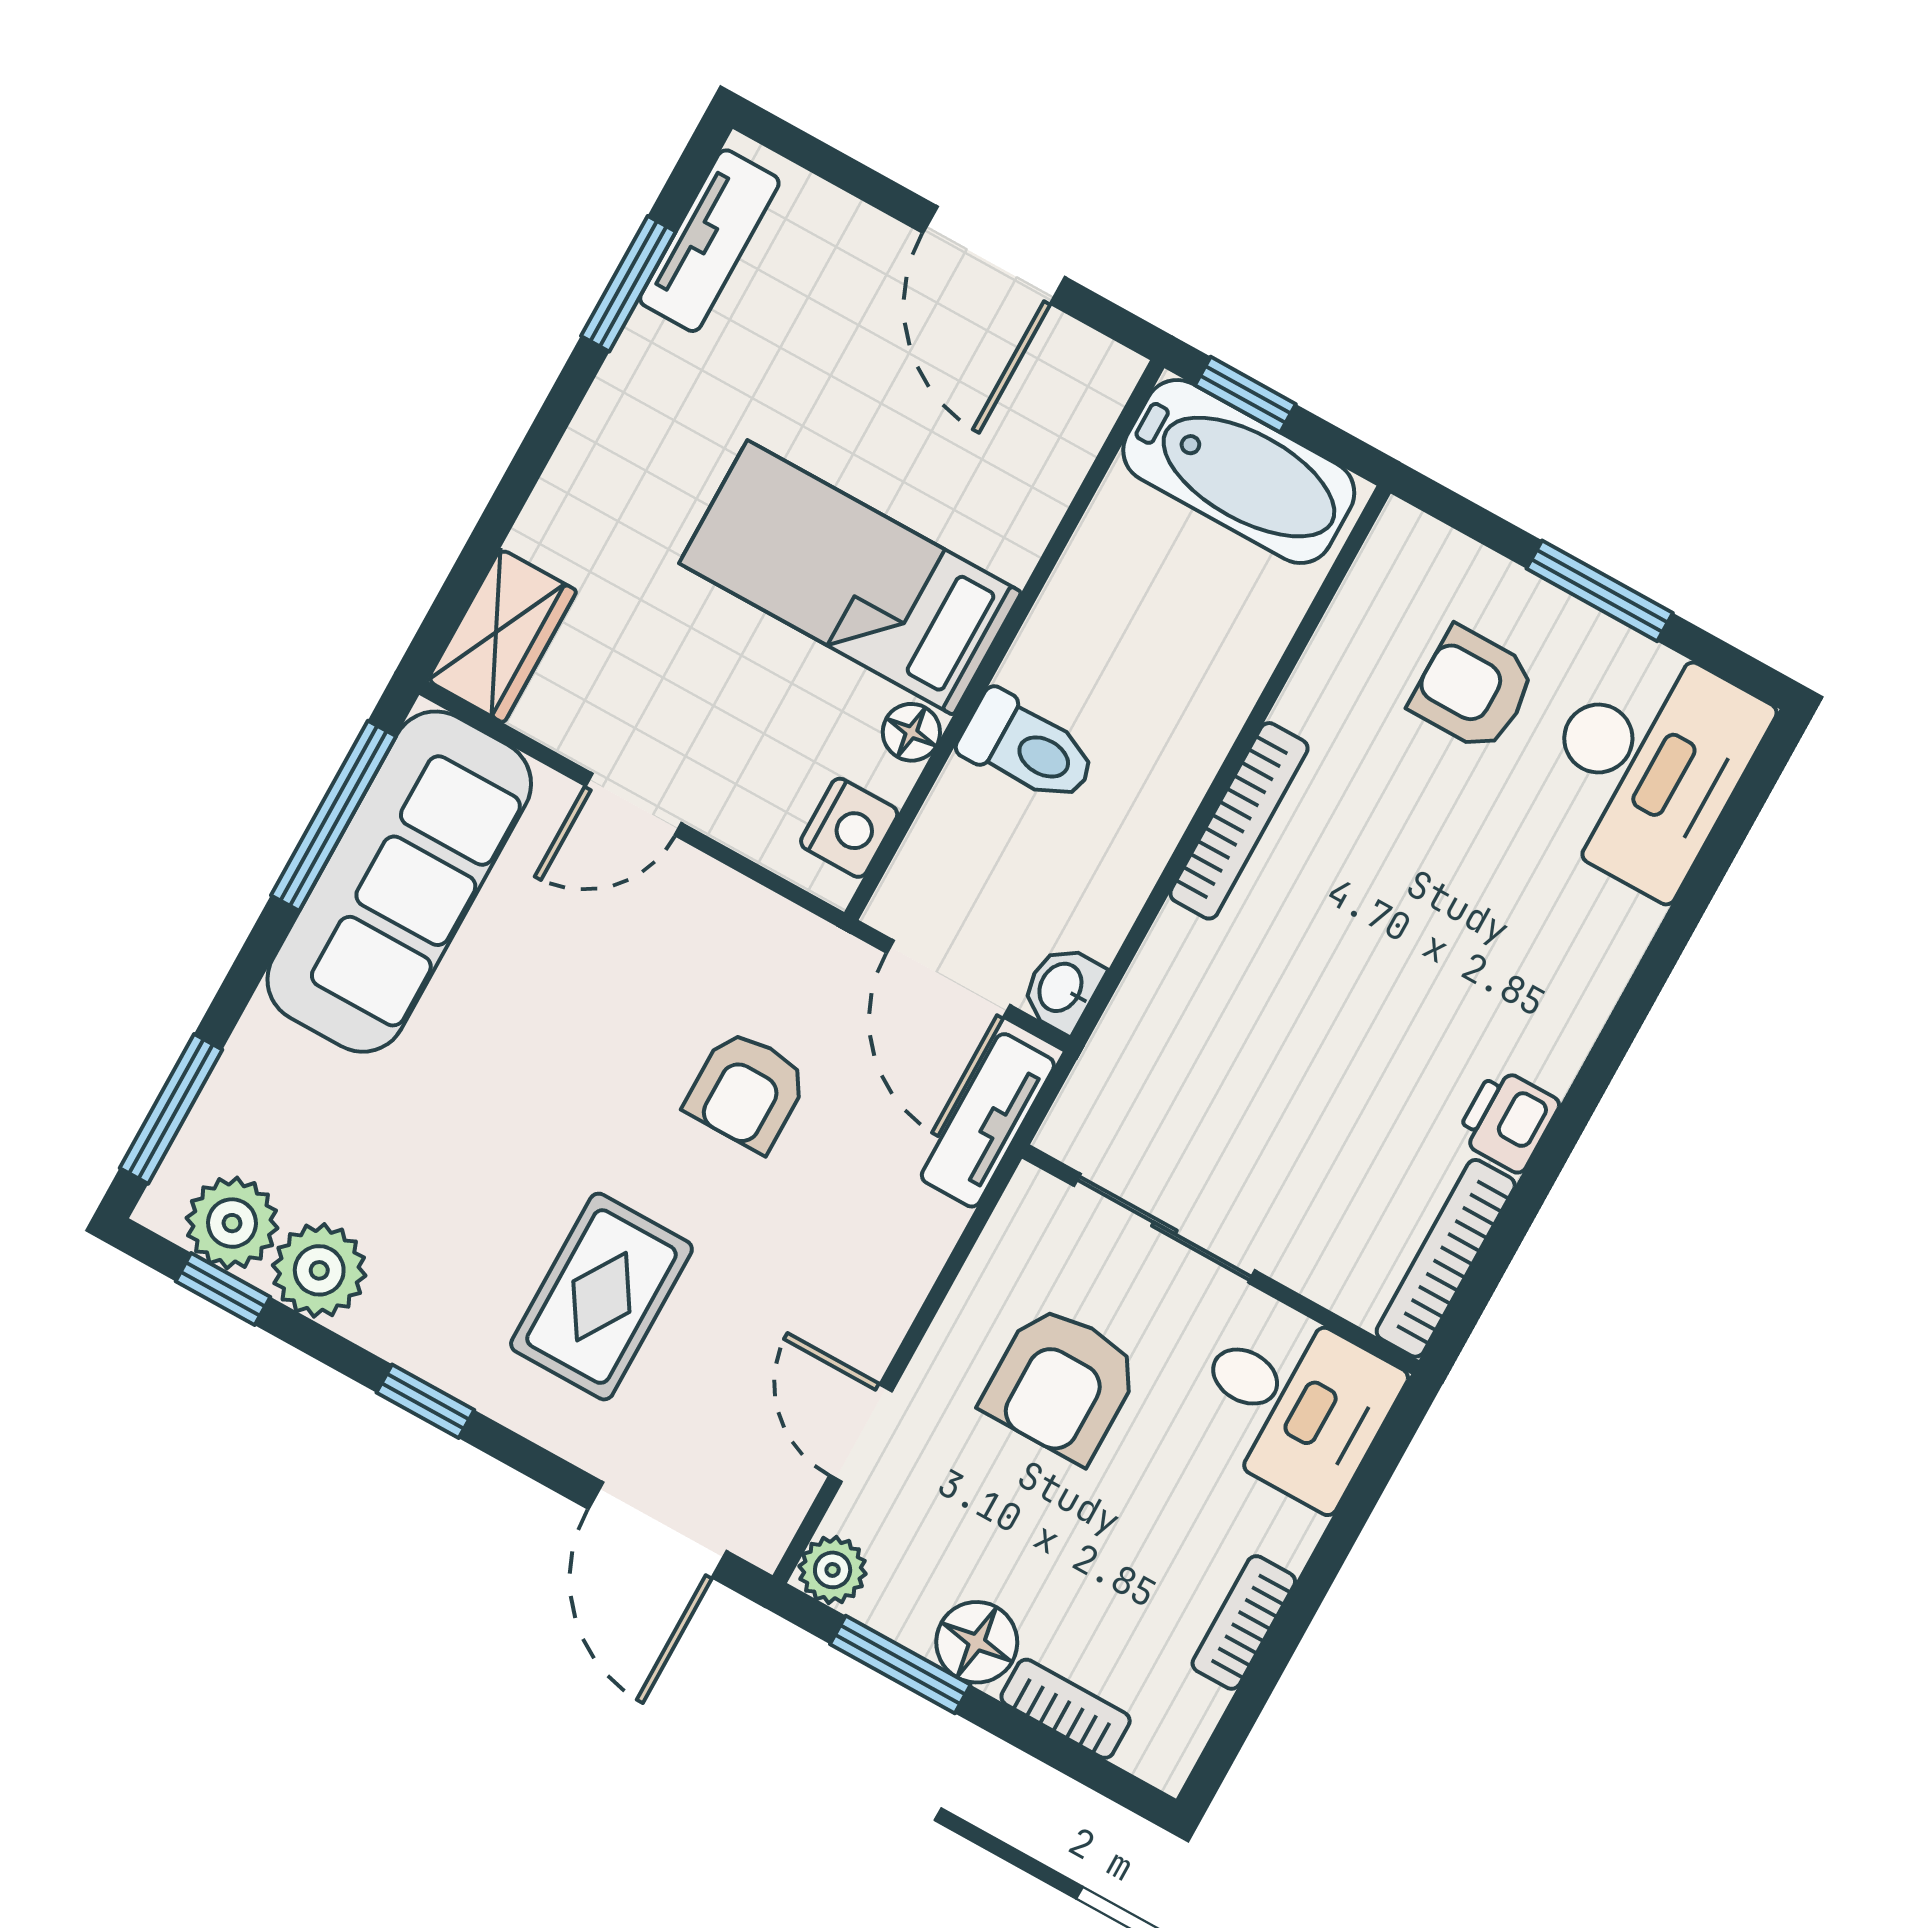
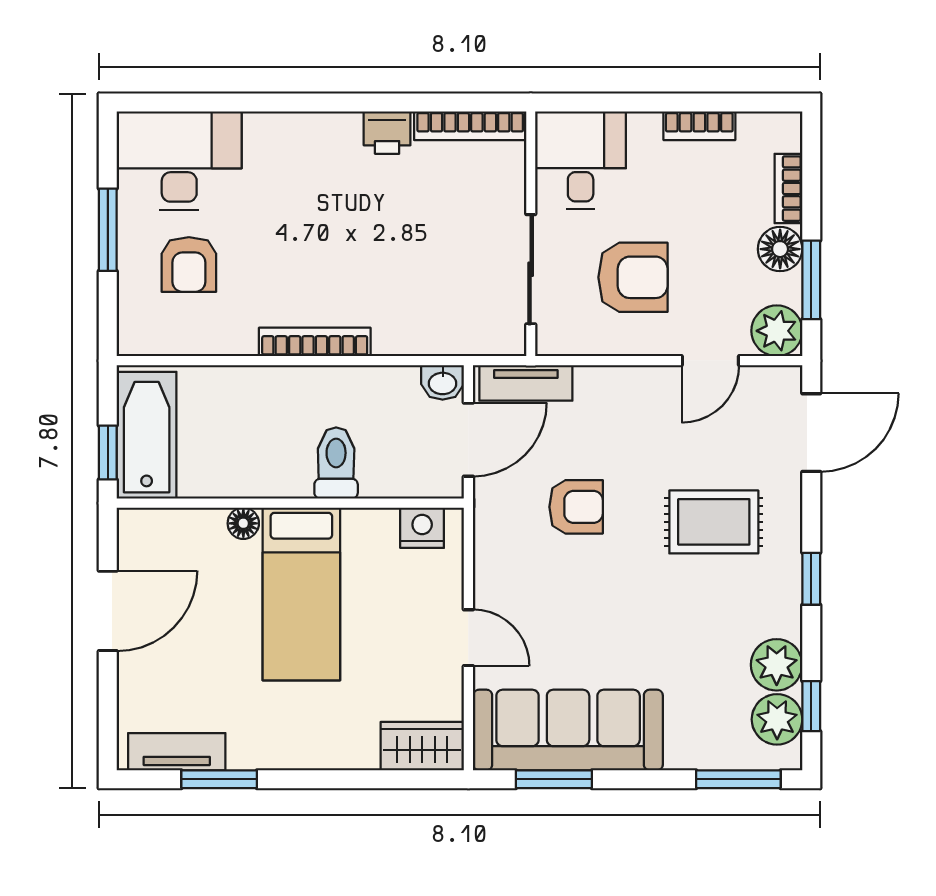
floor lamp: (911, 732) -> (243, 523), moved
window: (334, 816) -> (554, 779), width x0.69
plant: (833, 1570) -> (777, 331), width x1.38, depth x1.38

